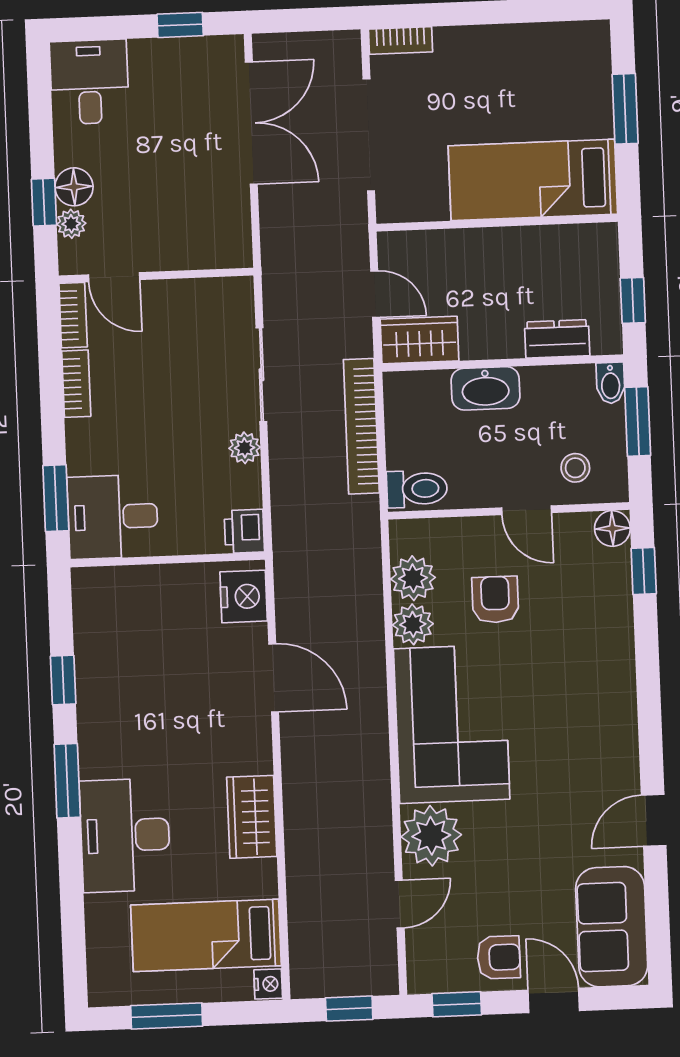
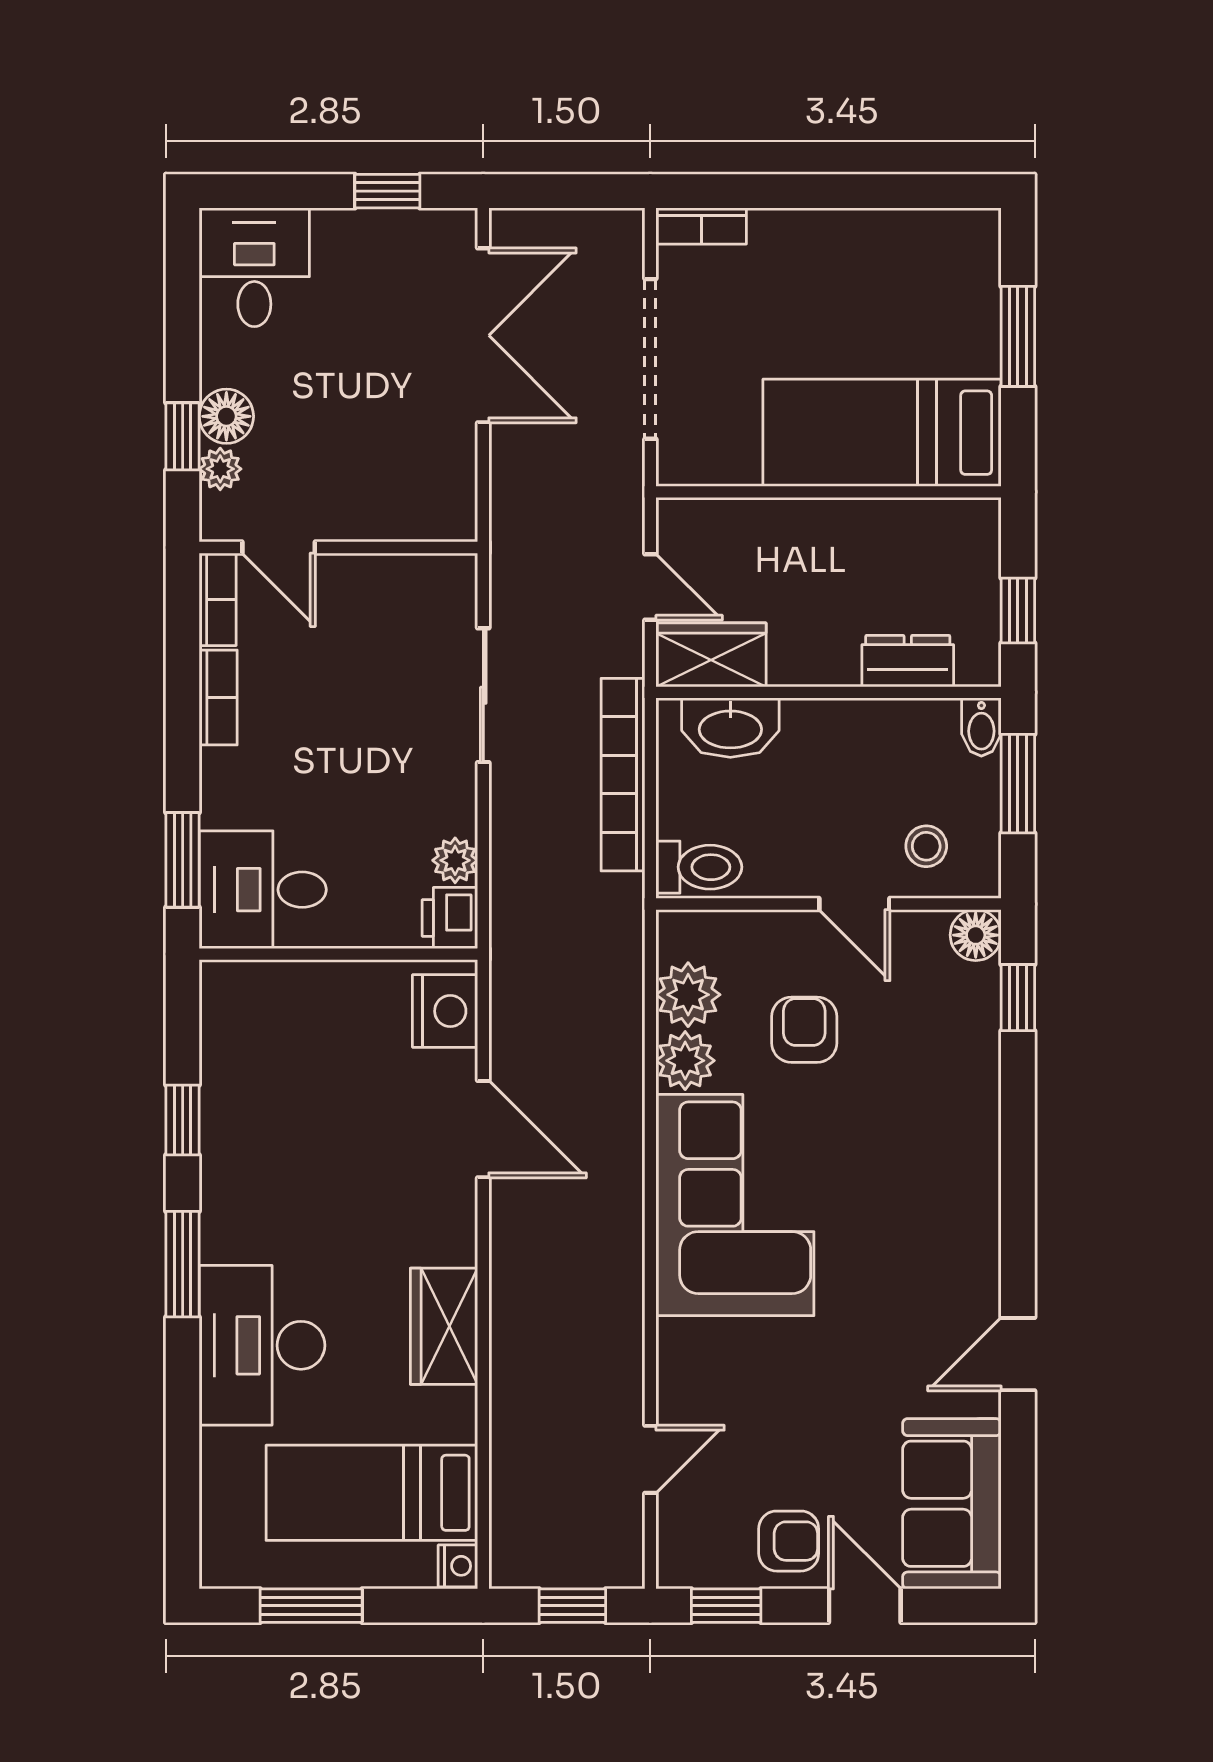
washbasin: (485, 388) -> (730, 728), moved
plant: (245, 448) -> (455, 860), moved
plant: (431, 836) -> (699, 1364), removed

